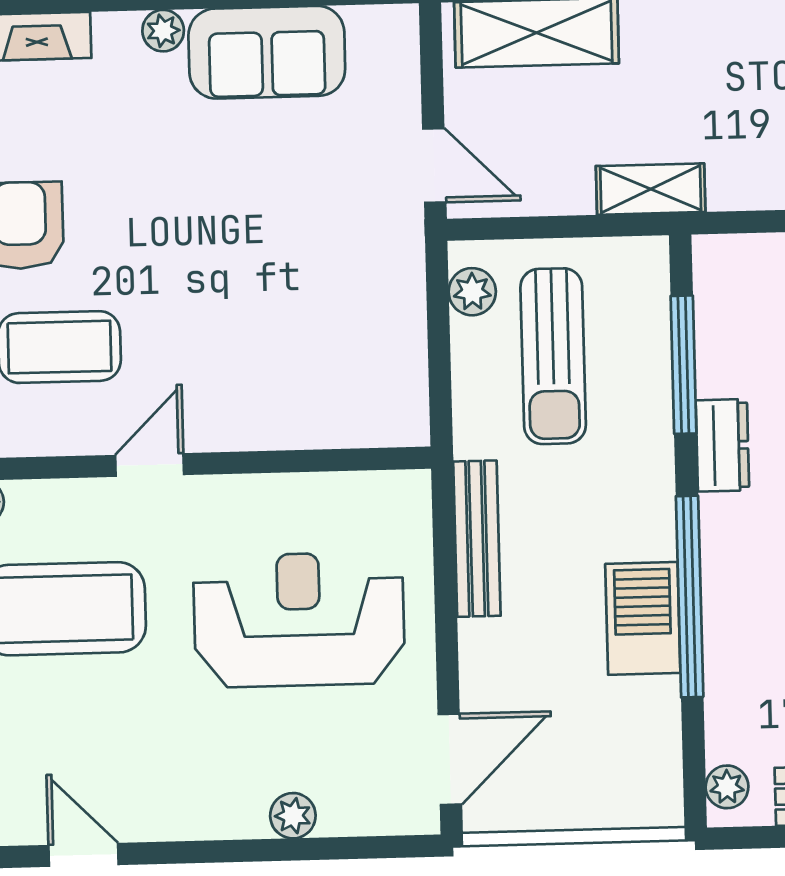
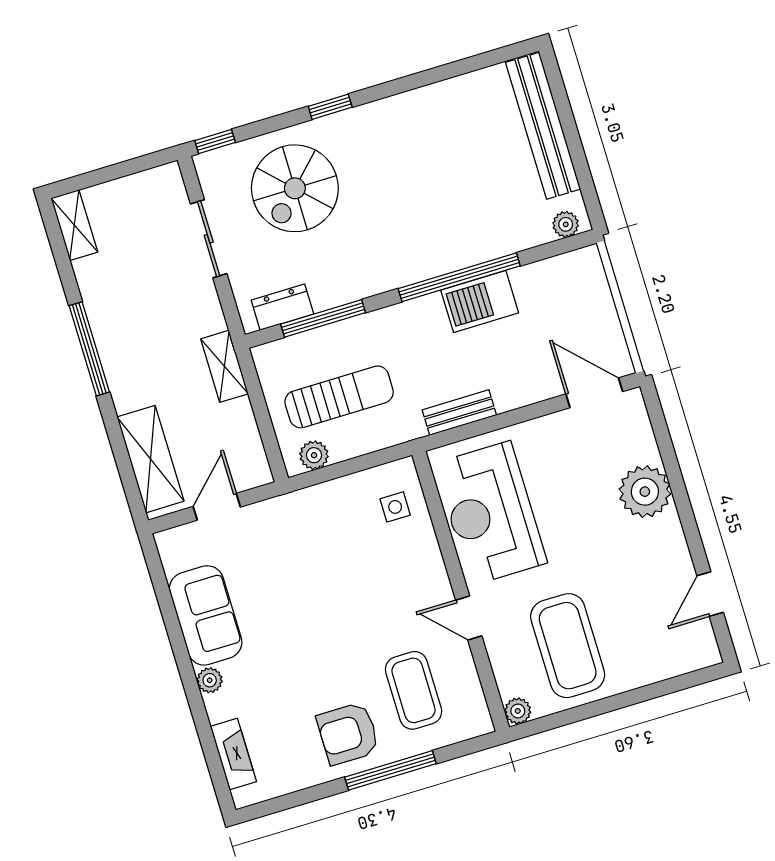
door: (434, 166) -> (217, 507), moved
side table: (356, 397) -> (395, 507), added
dresser: (722, 445) -> (282, 307), moved
bench: (477, 539) -> (459, 412), width x0.73
reception desk: (299, 620) -> (491, 513), moved
plant: (293, 816) -> (645, 492), width x1.88, depth x1.88

